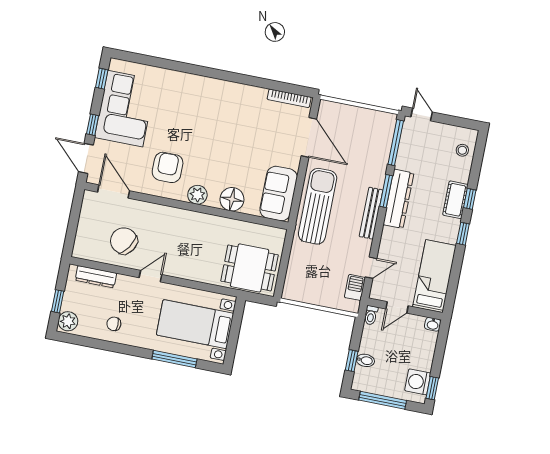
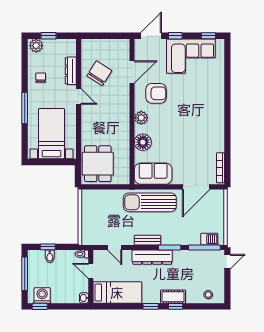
door: (114, 191) -> (132, 72), moved
dresser: (398, 199) -> (152, 257), moved
sun lounger: (318, 206) -> (150, 202), turned 180
bench: (371, 213) -> (147, 240), width x0.73
dresser: (96, 277) -> (71, 71), moved
barbecue: (355, 287) -> (209, 239), moved
window: (174, 359) -> (25, 108), moved

